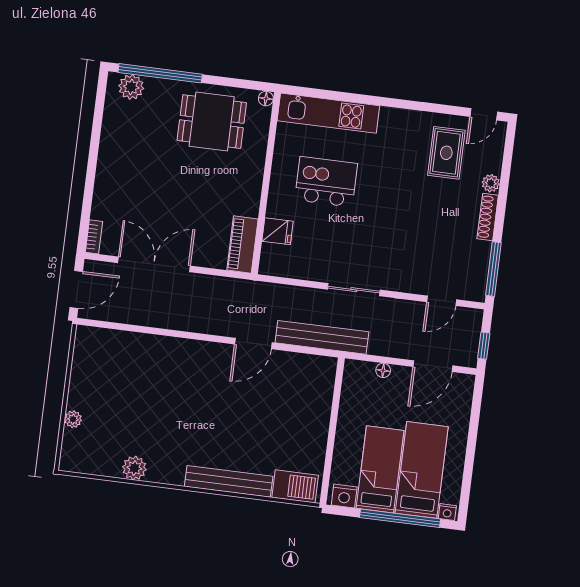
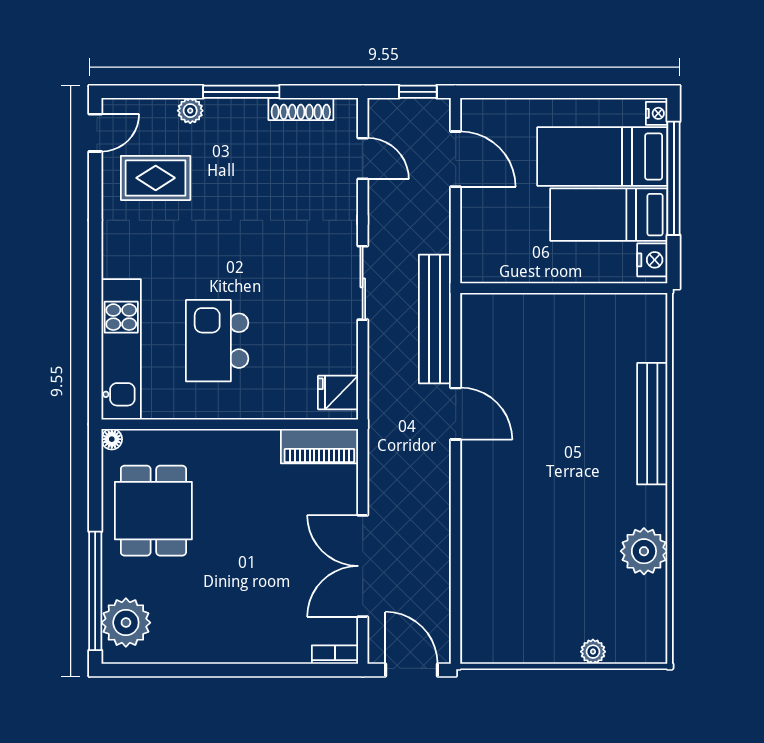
plant: (131, 87) -> (126, 623), width x1.36, depth x1.36
door: (484, 114) -> (95, 133), hinge flipped
shoe rack: (488, 217) -> (301, 109), moved
fridge: (278, 231) -> (338, 393), moved, turned -90
window: (493, 269) -> (241, 92), moved
floor lamp: (383, 370) -> (470, 228), removed
plant: (134, 468) -> (644, 551), width x1.36, depth x1.36
barbecue: (295, 486) -> (647, 330), removed

